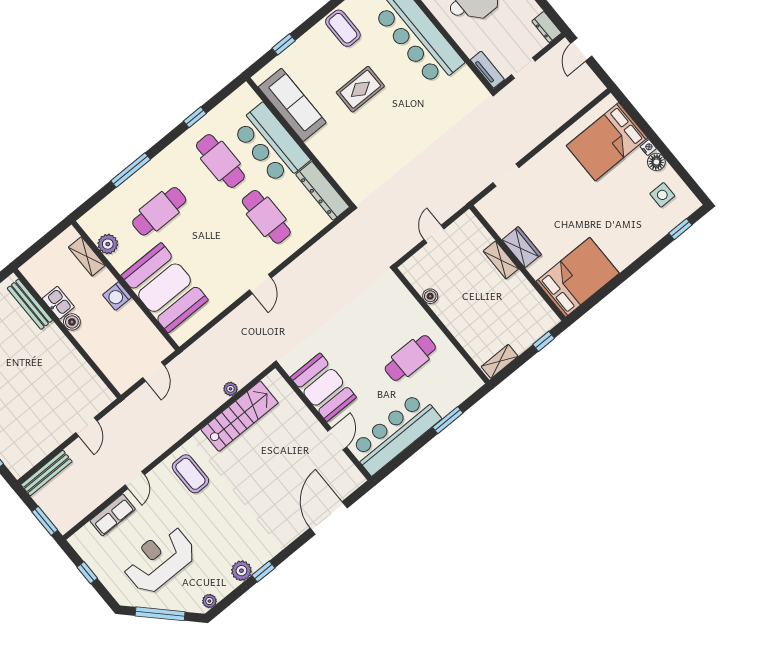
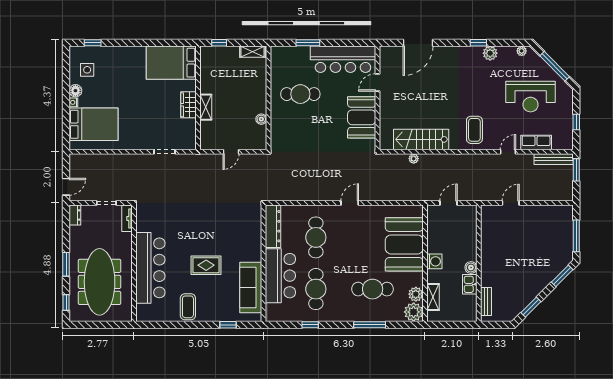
plant: (94, 223) -> (414, 312), added
bench: (30, 304) -> (486, 302), width x0.73
bench: (46, 473) -> (554, 159), moved

